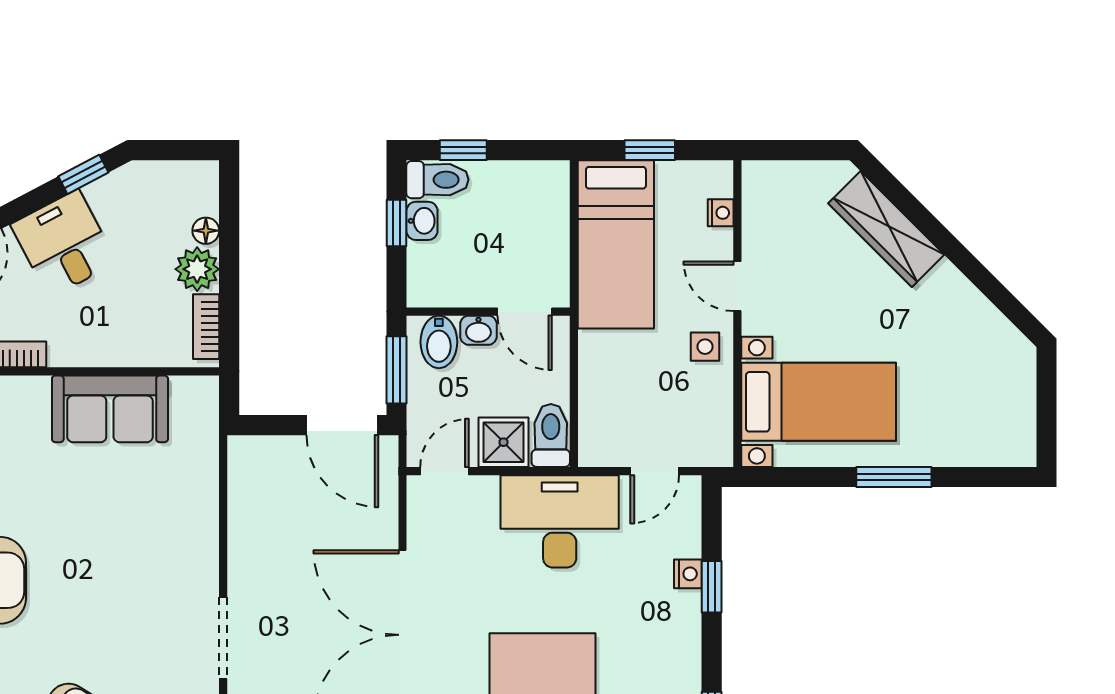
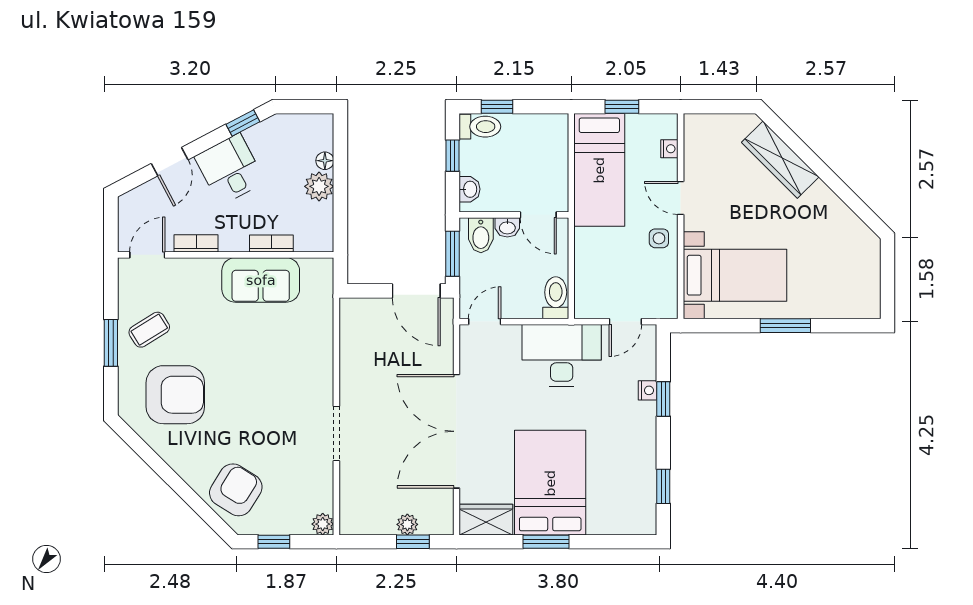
washbasin: (422, 221) -> (470, 189), moved
bookcase: (206, 327) -> (271, 244), moved, turned 90
shower: (504, 442) -> (524, 302), removed

